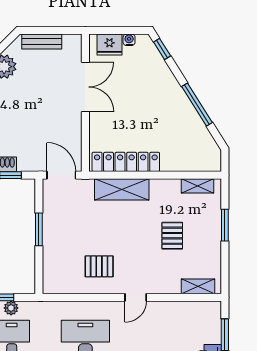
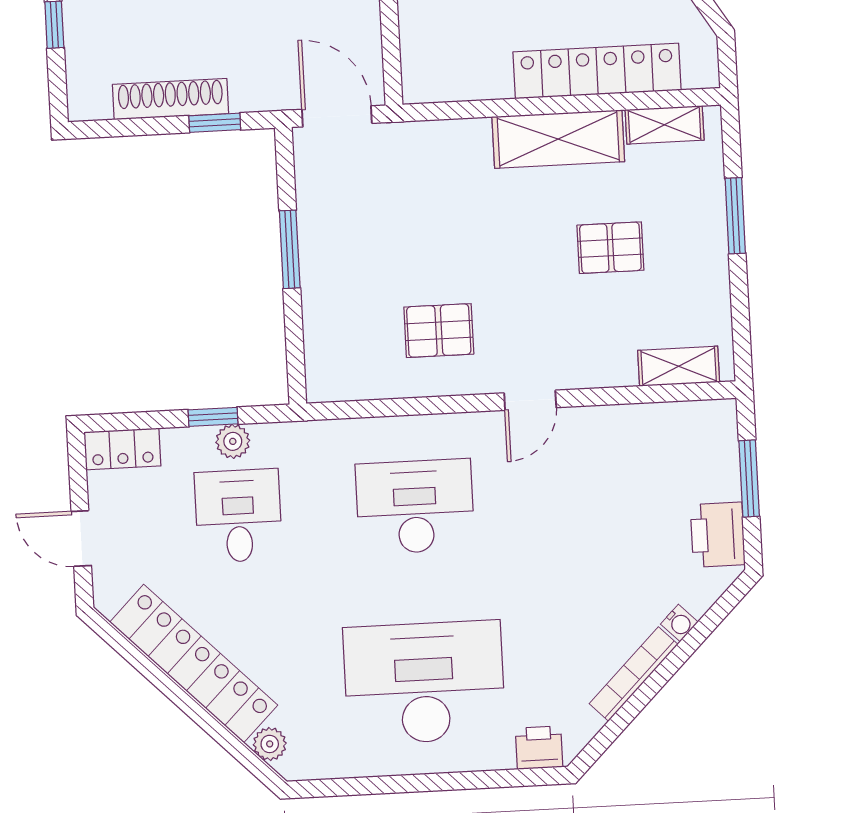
locker: (126, 162) -> (597, 71), moved
shelving: (122, 189) -> (558, 139), moved
pallet: (172, 236) -> (610, 248), turned 90

